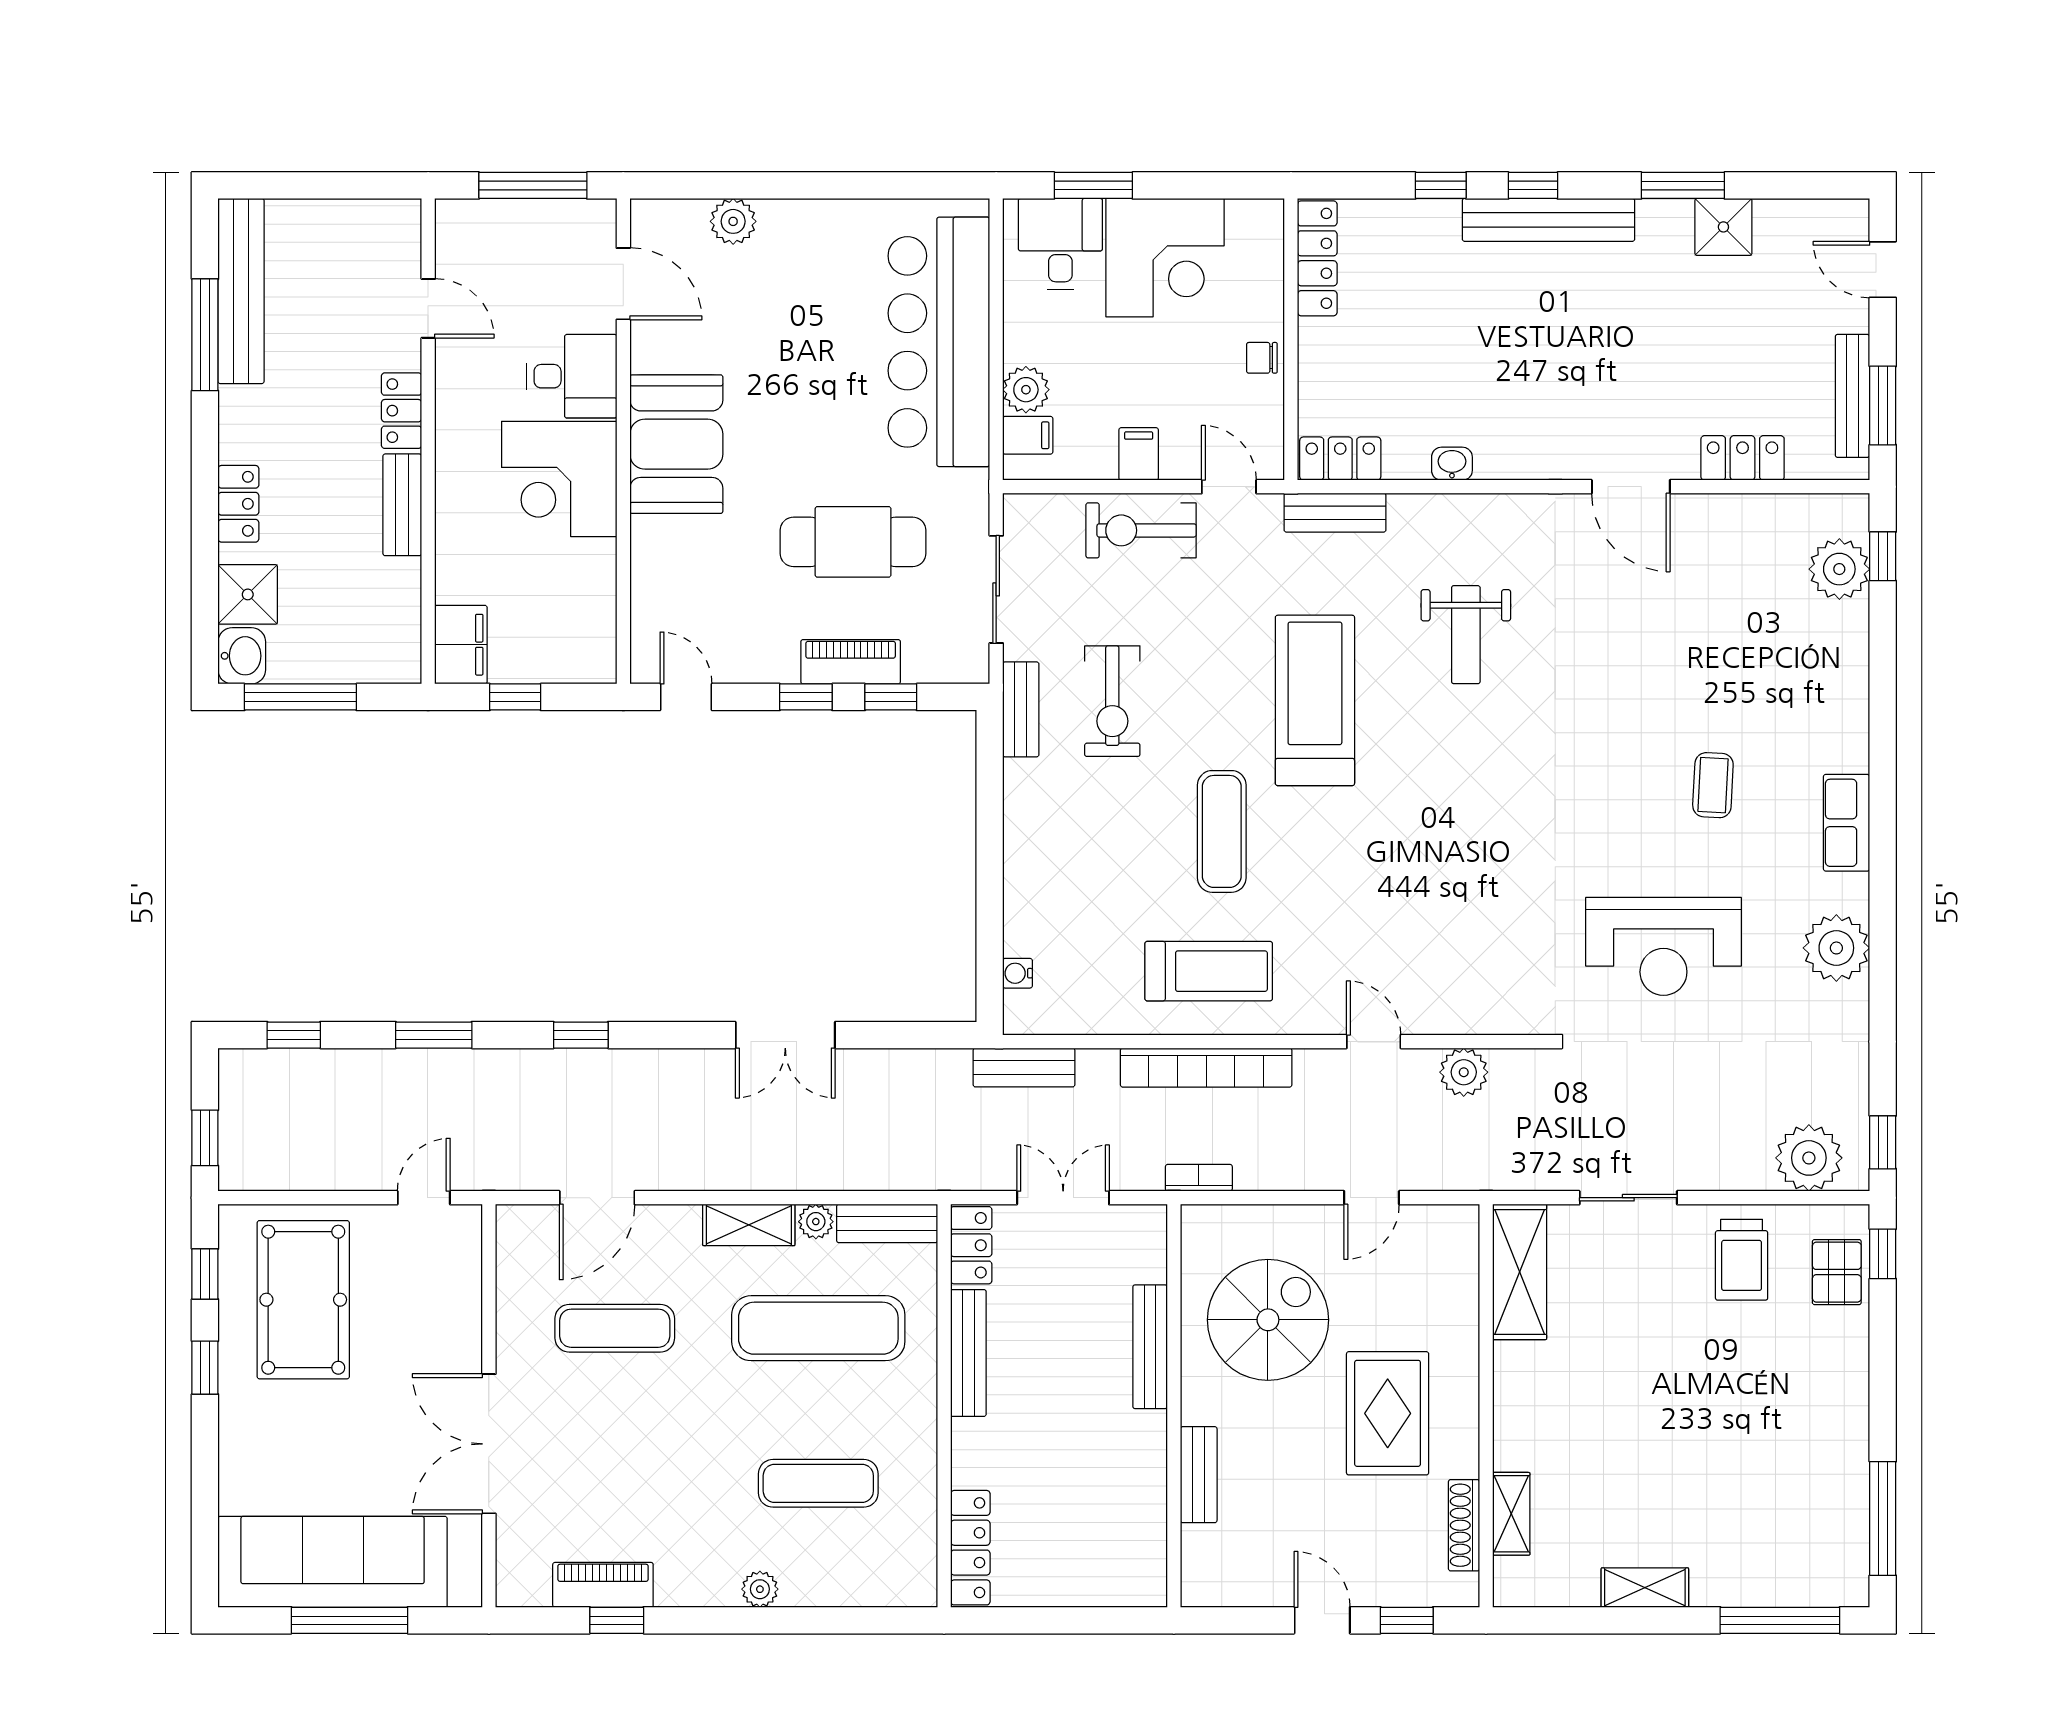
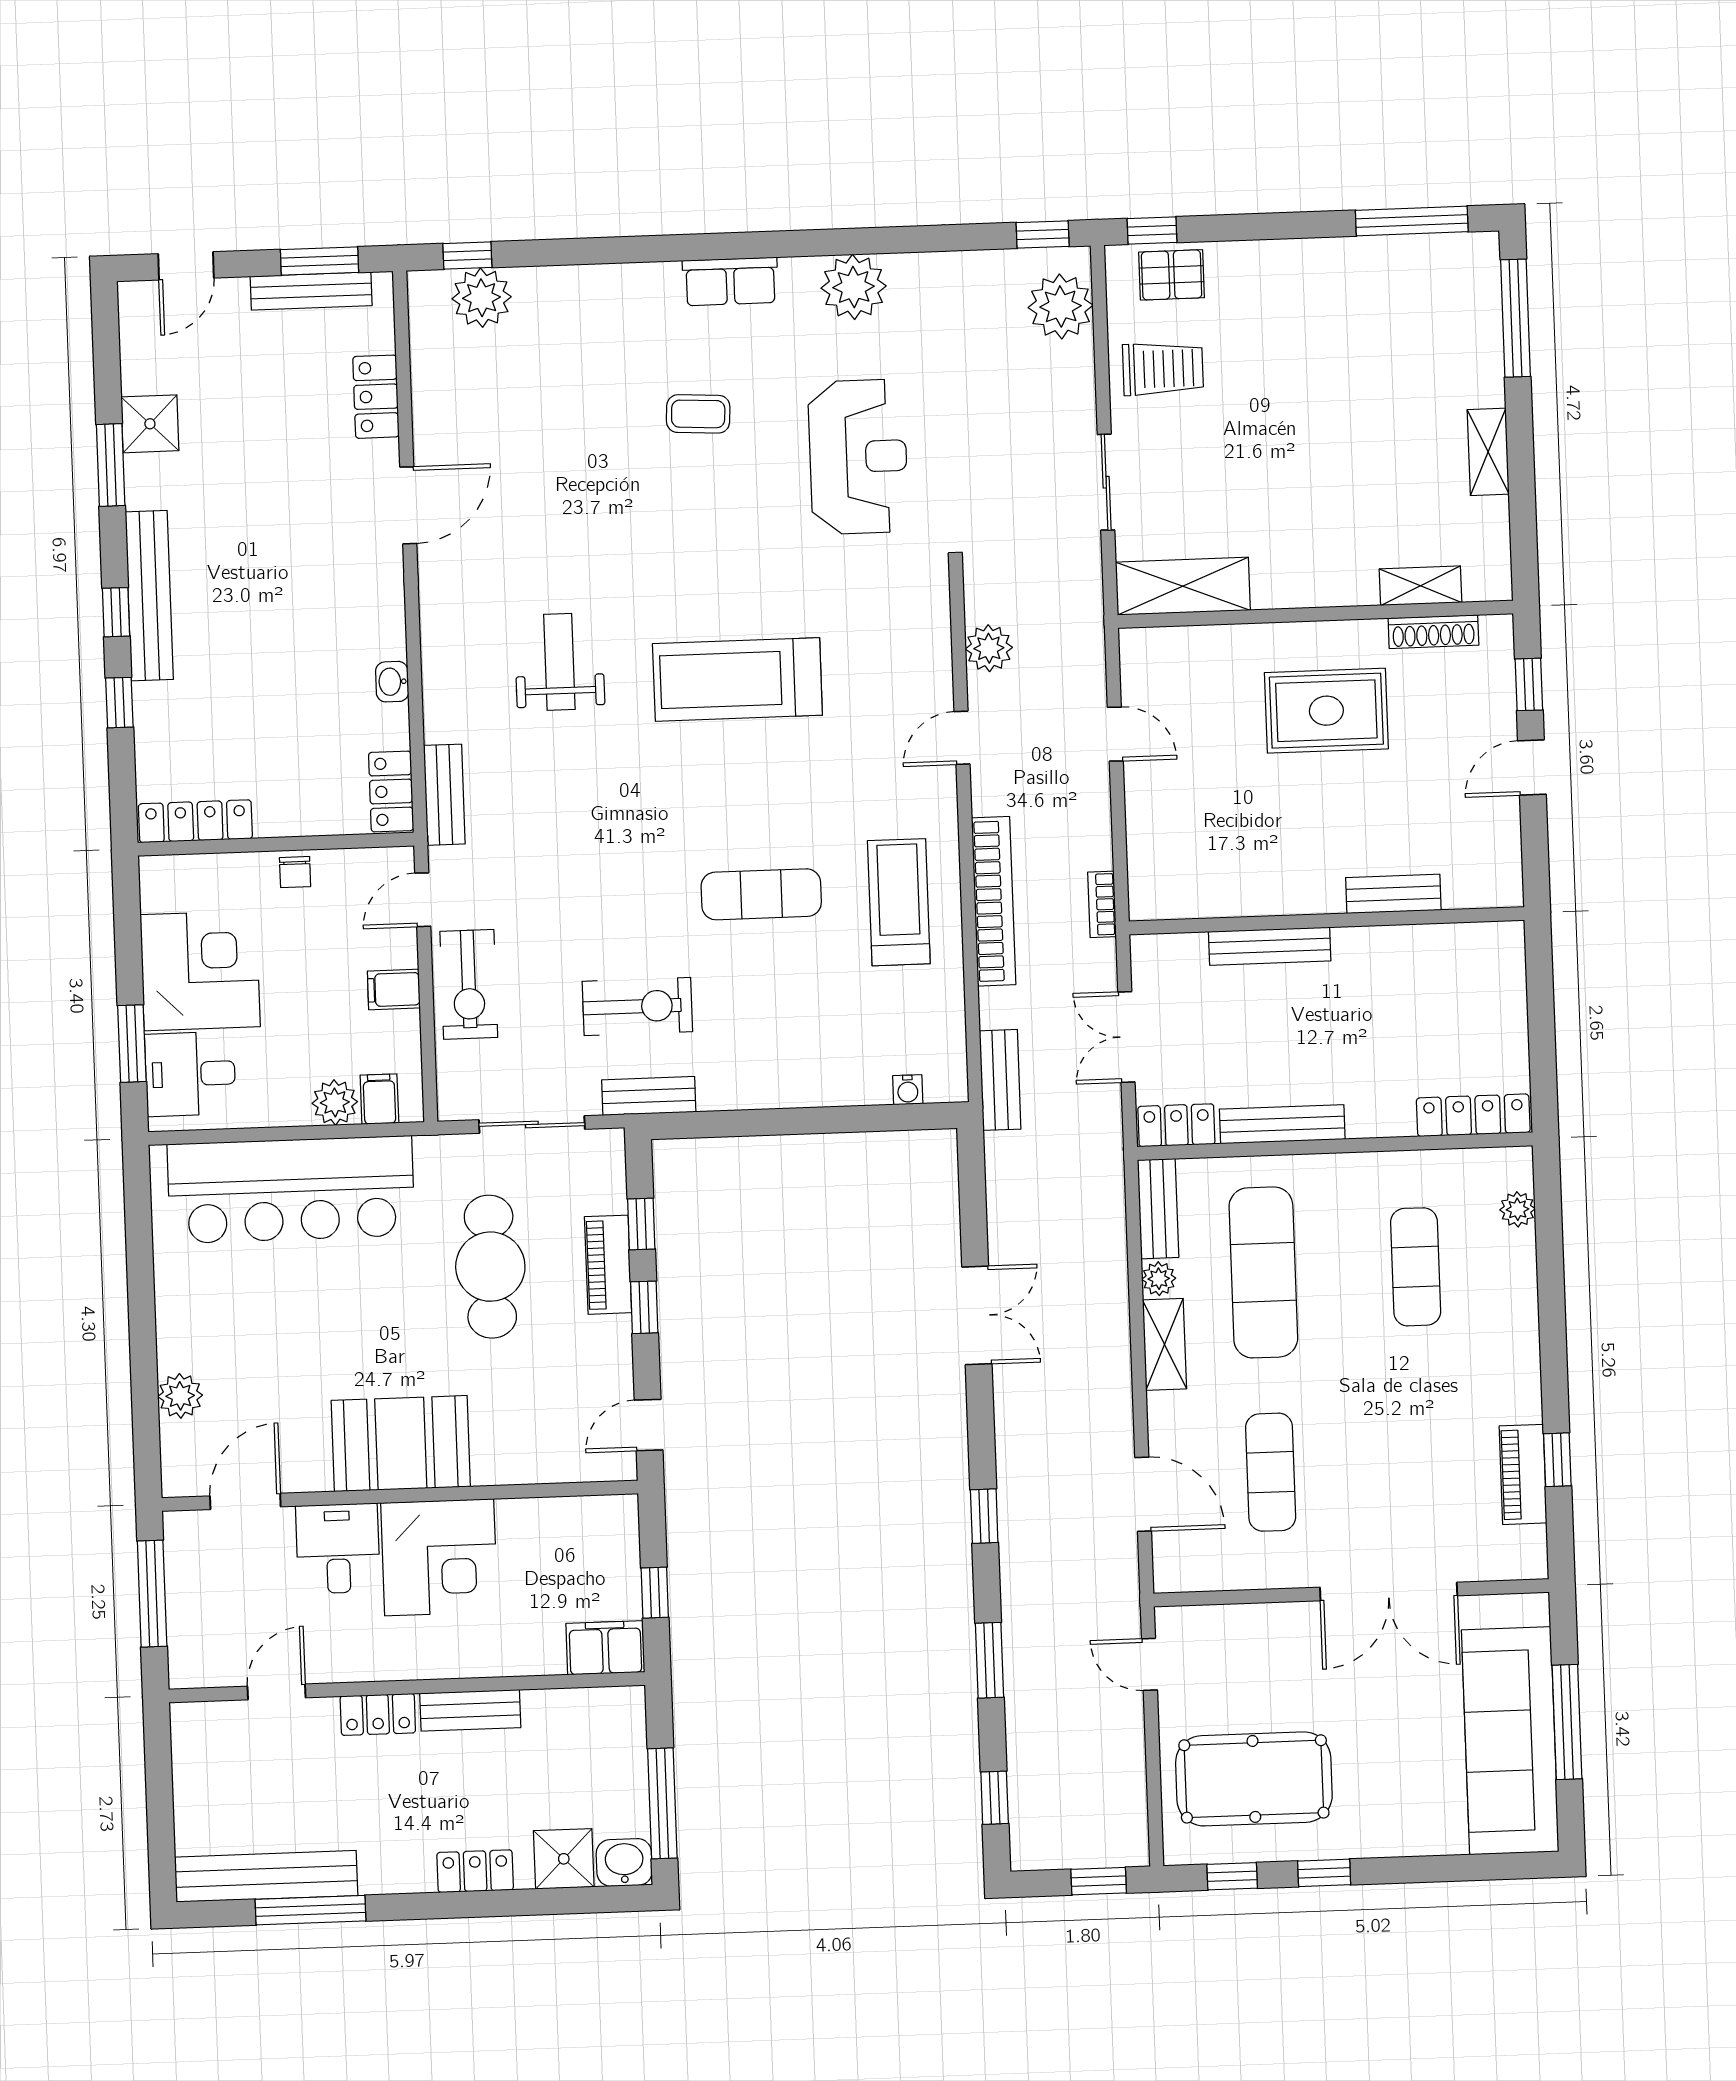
weight bench: (1466, 635) -> (559, 662), turned -90
treadmill: (1315, 700) -> (737, 679), moved
spiral stairs: (1268, 1320) -> (1239, 831), removed
plant: (760, 1589) -> (1517, 1209), moved

